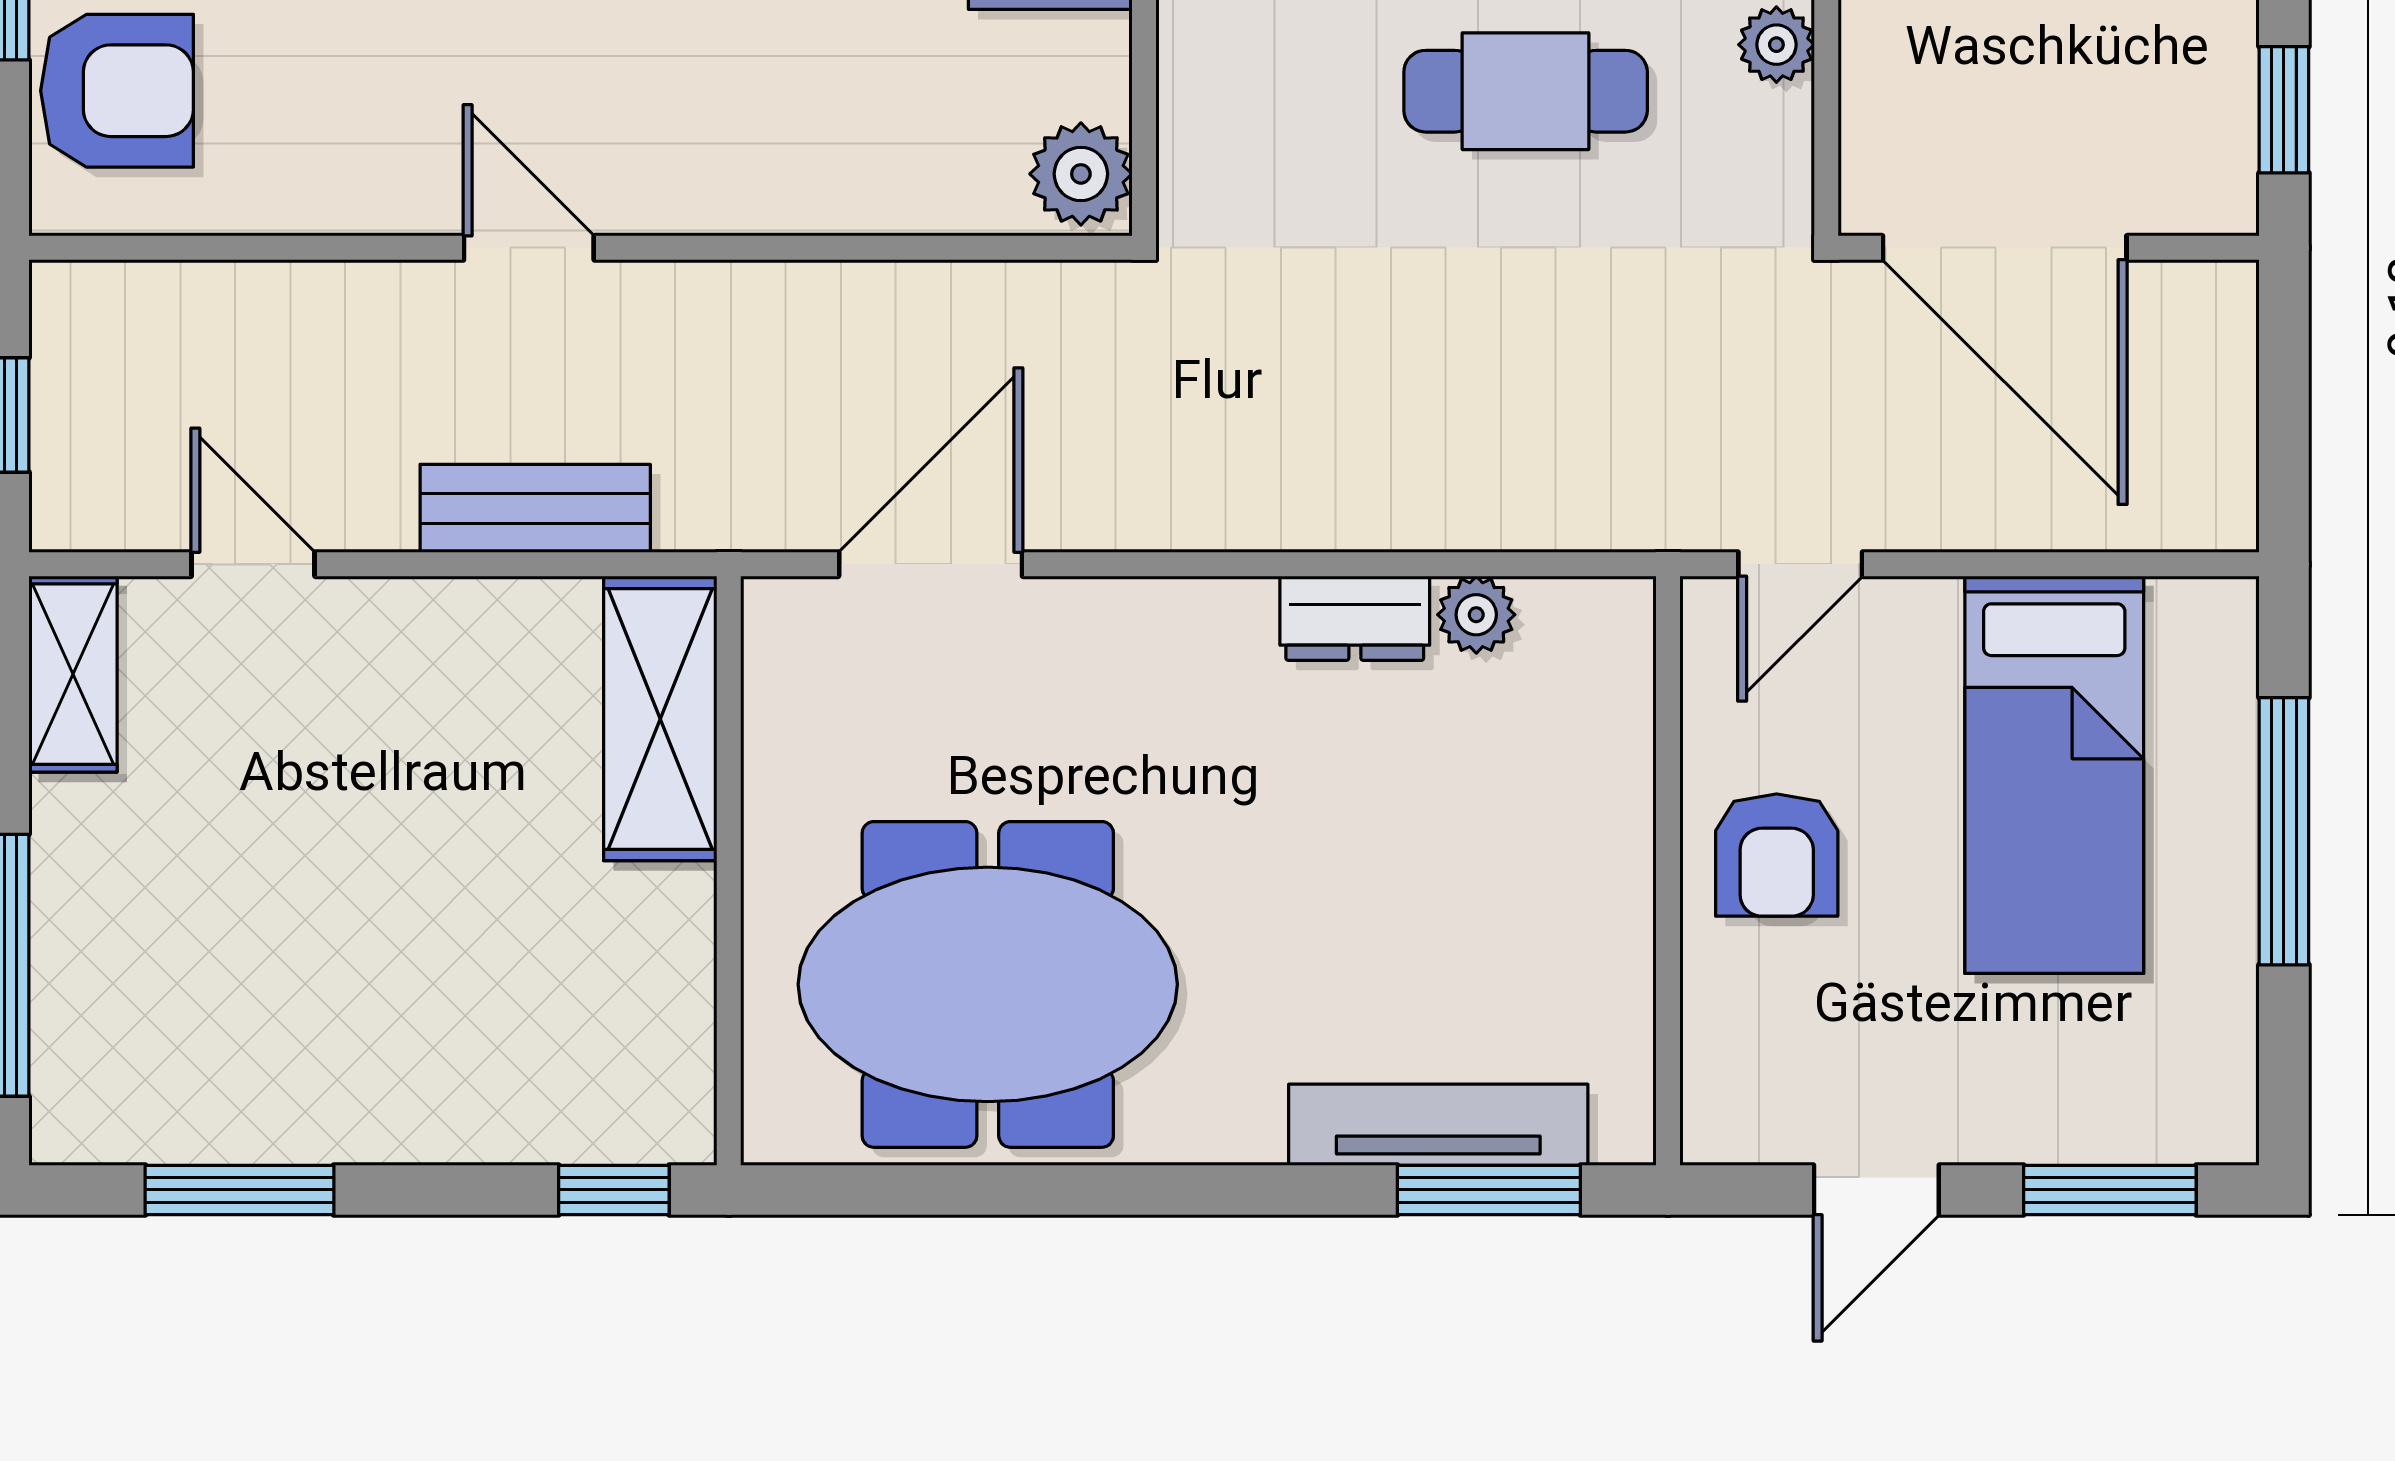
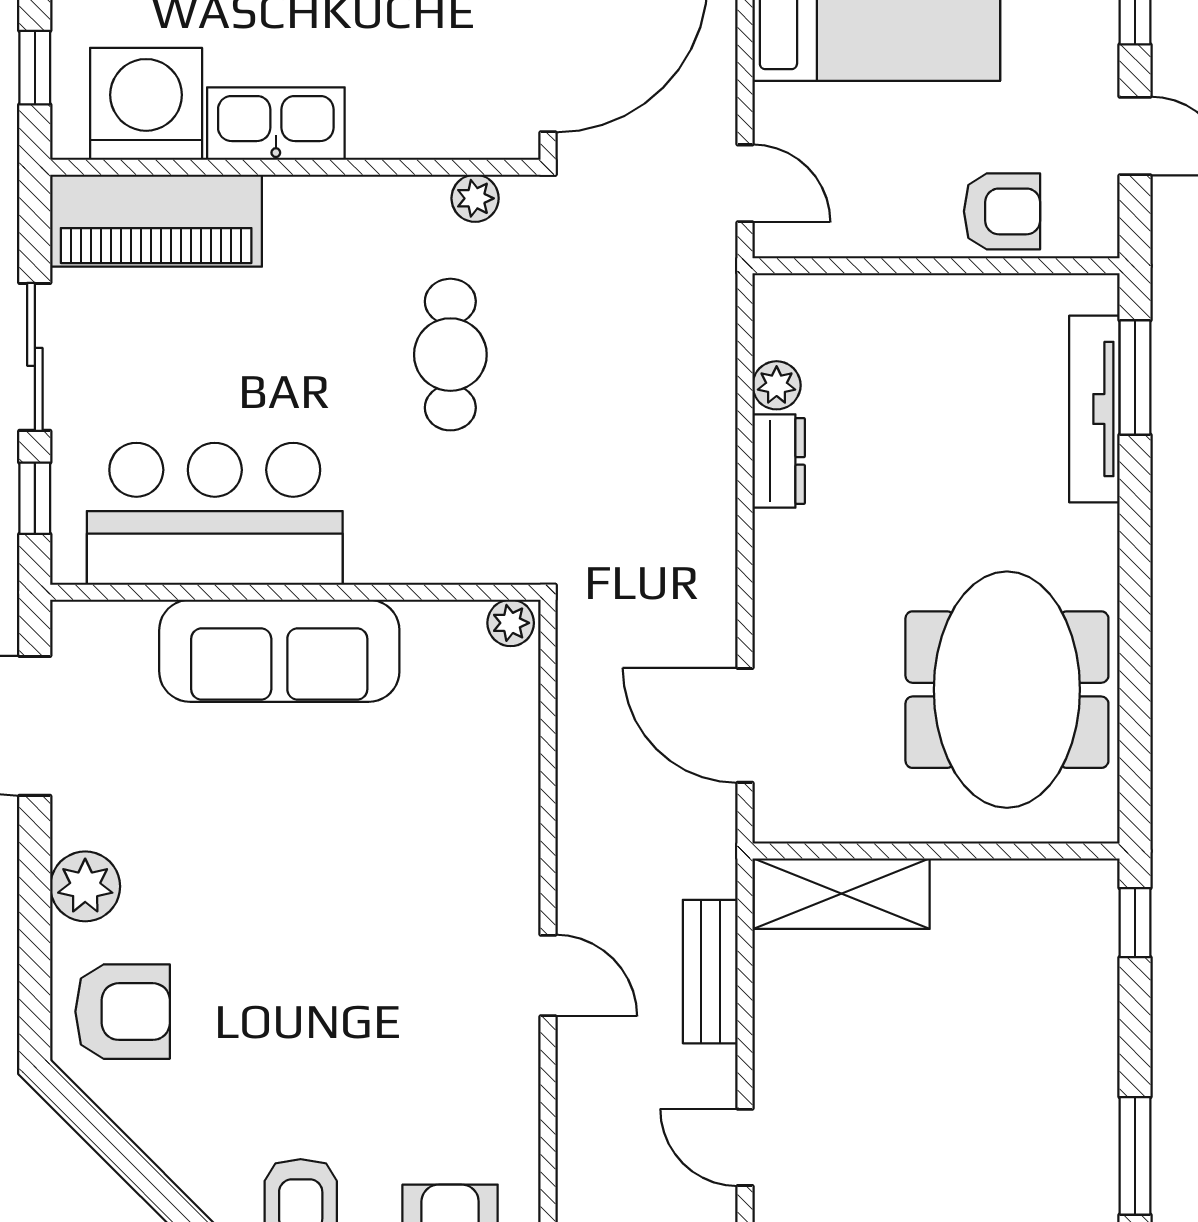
plant: (1776, 45) -> (475, 198), moved
plant: (1081, 174) -> (511, 623), width x0.73, depth x0.73
door: (529, 248) -> (548, 976), swing flipped
door: (253, 564) -> (745, 1147), hinge flipped
armchair: (1777, 855) -> (1002, 211), moved

